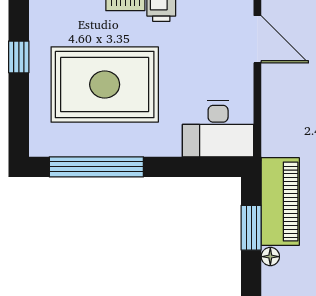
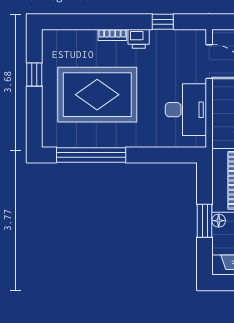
desk: (218, 129) -> (186, 110), moved, turned -90
window: (251, 228) -> (205, 221), moved

